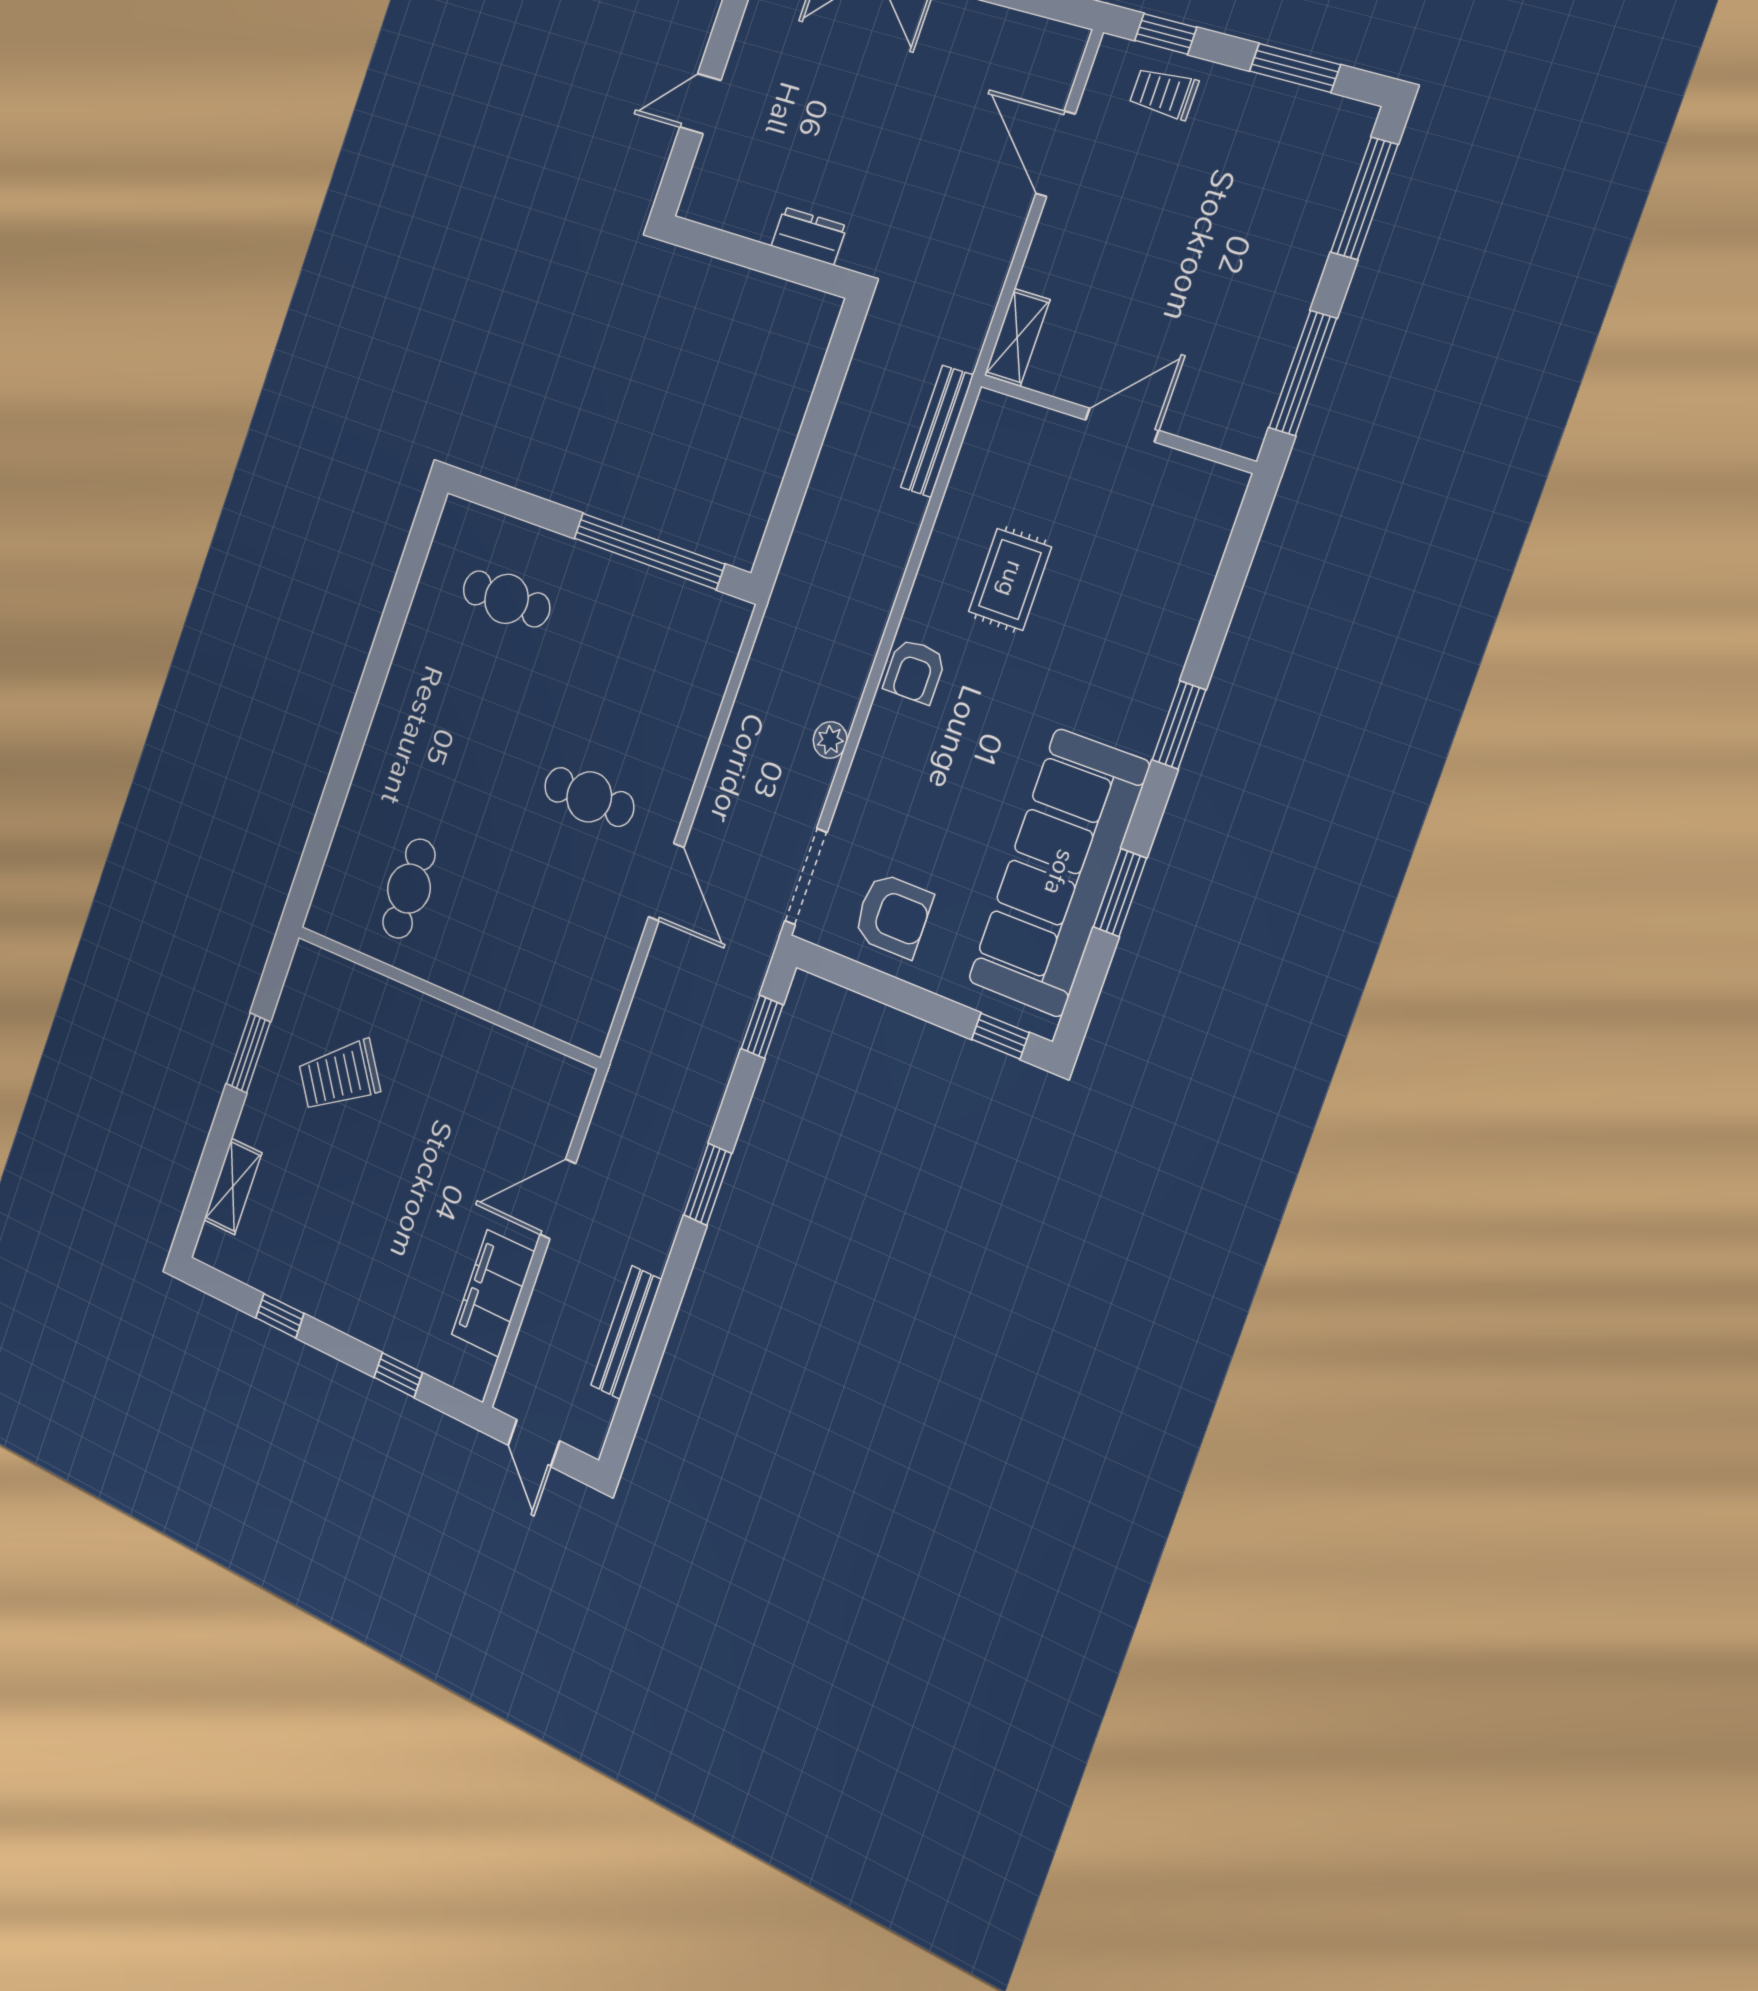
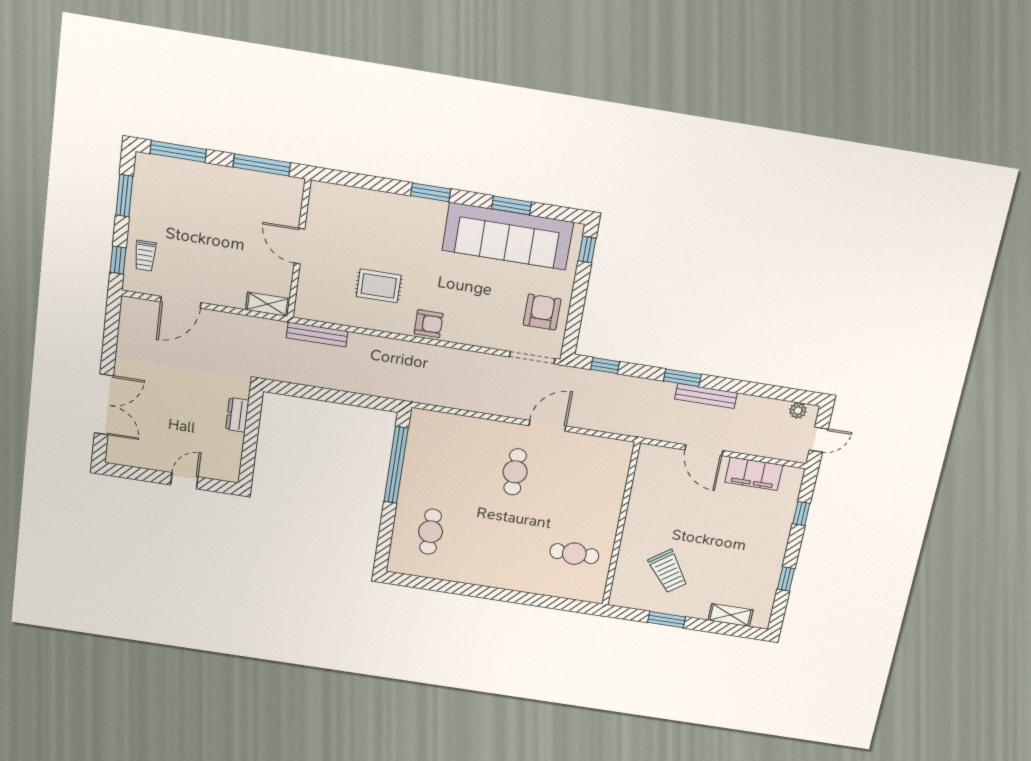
door: (700, 104) -> (184, 481), swing flipped
plant: (830, 740) -> (798, 410), moved
bench: (626, 1332) -> (706, 396), moved

